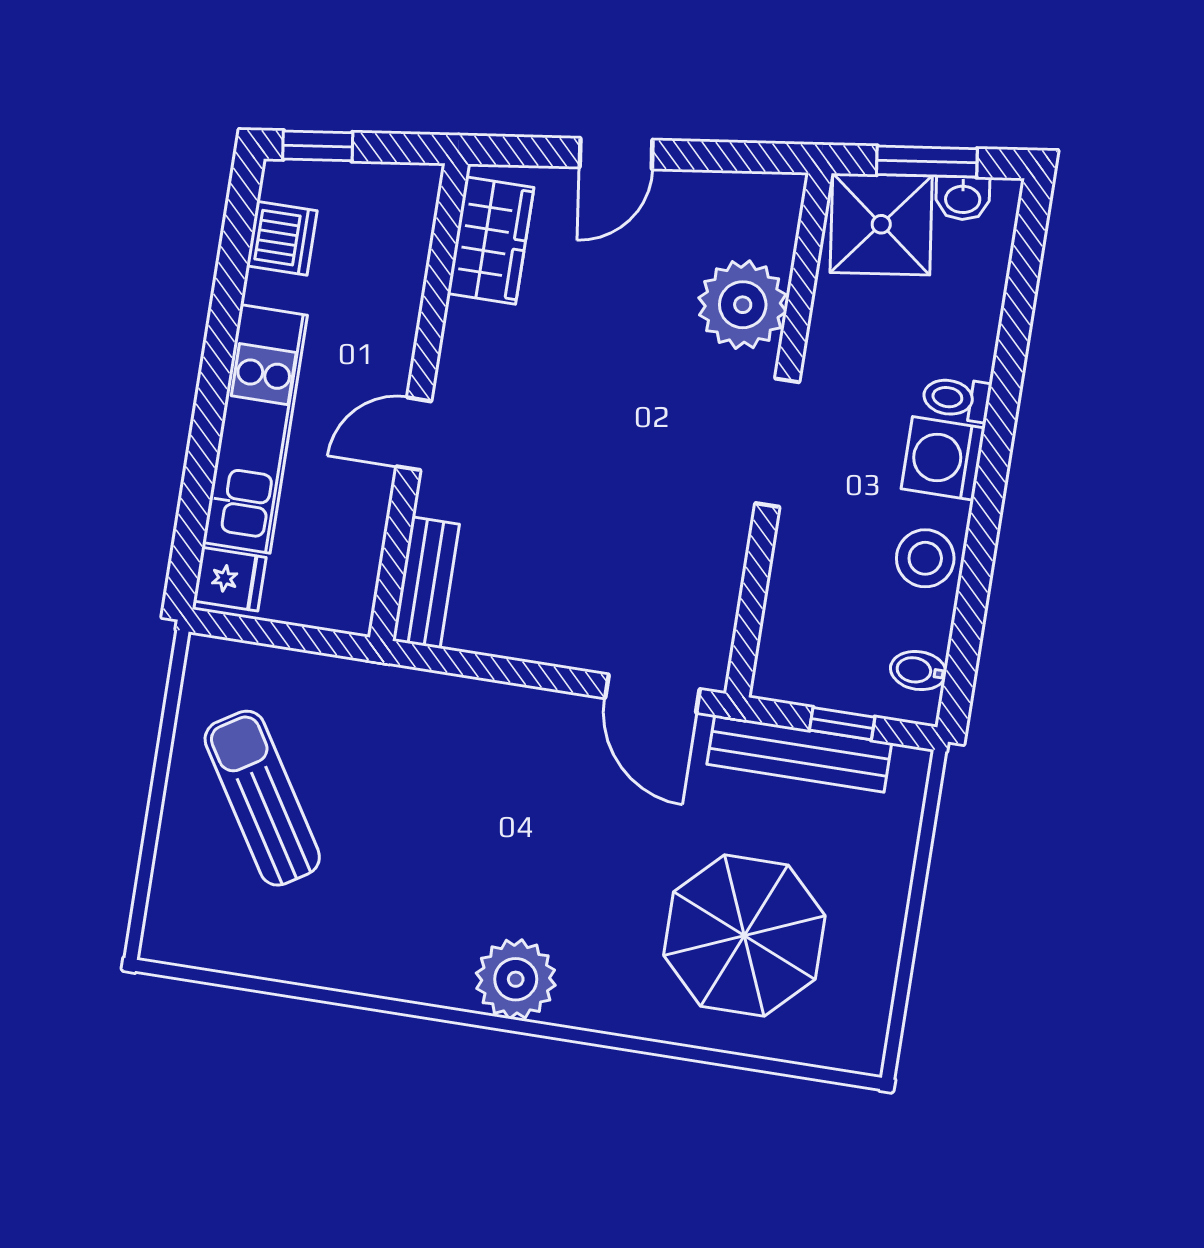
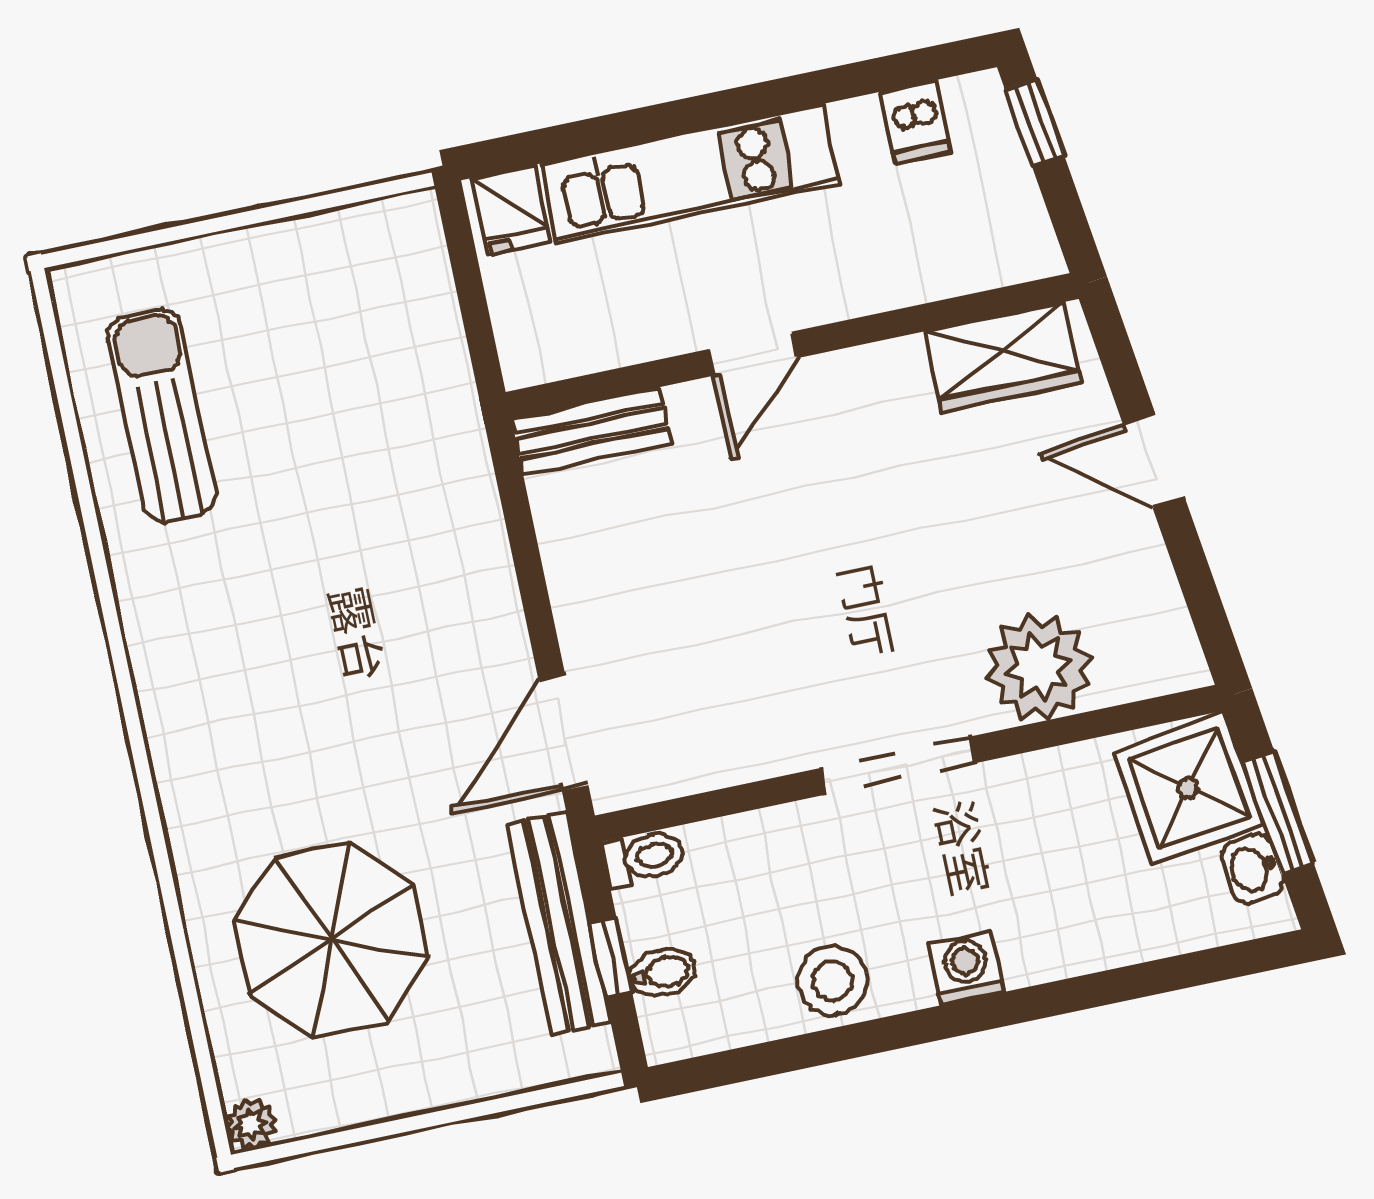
dishwasher: (282, 238) -> (916, 122), width x0.73
toilet: (957, 399) -> (644, 858), moved, turned 90
door: (414, 434) -> (753, 354), swing flipped
washing machine: (943, 458) -> (966, 967), width x0.73, depth x0.73
bidet: (918, 671) -> (662, 973), moved, turned 90
sun lounger: (262, 798) -> (162, 415), moved, turned -58
plant: (516, 979) -> (251, 1124), moved, width x0.53, depth x0.53

